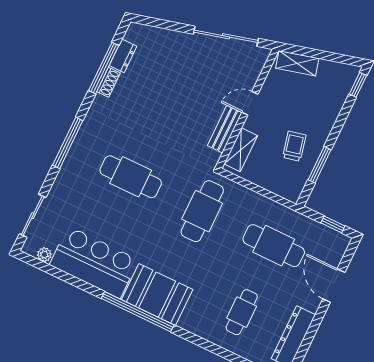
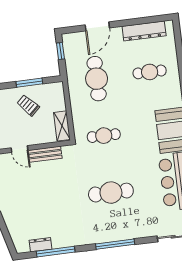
shoe rack: (108, 82) -> (62, 243), removed
trolley: (294, 146) -> (28, 105), turned 60
shelving: (241, 150) -> (62, 126), moved, turned 90
cafe table: (131, 177) -> (111, 193), turned 90
cafe table: (202, 211) -> (104, 136), width x0.73, depth x0.74

